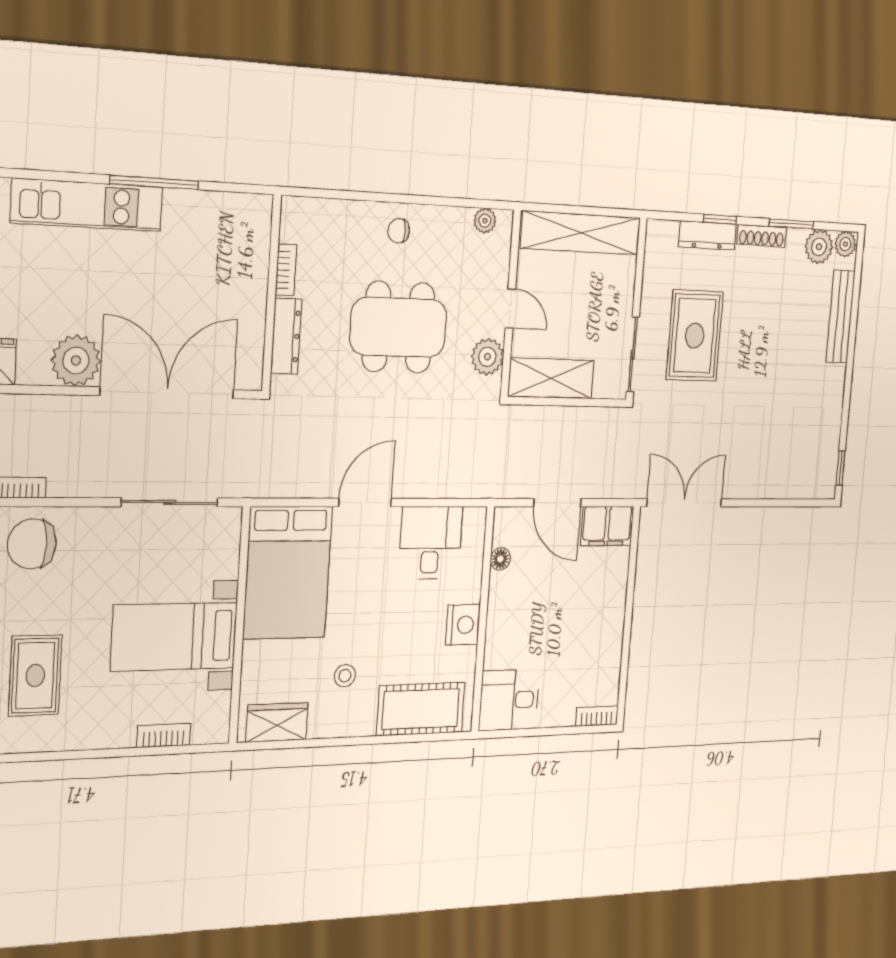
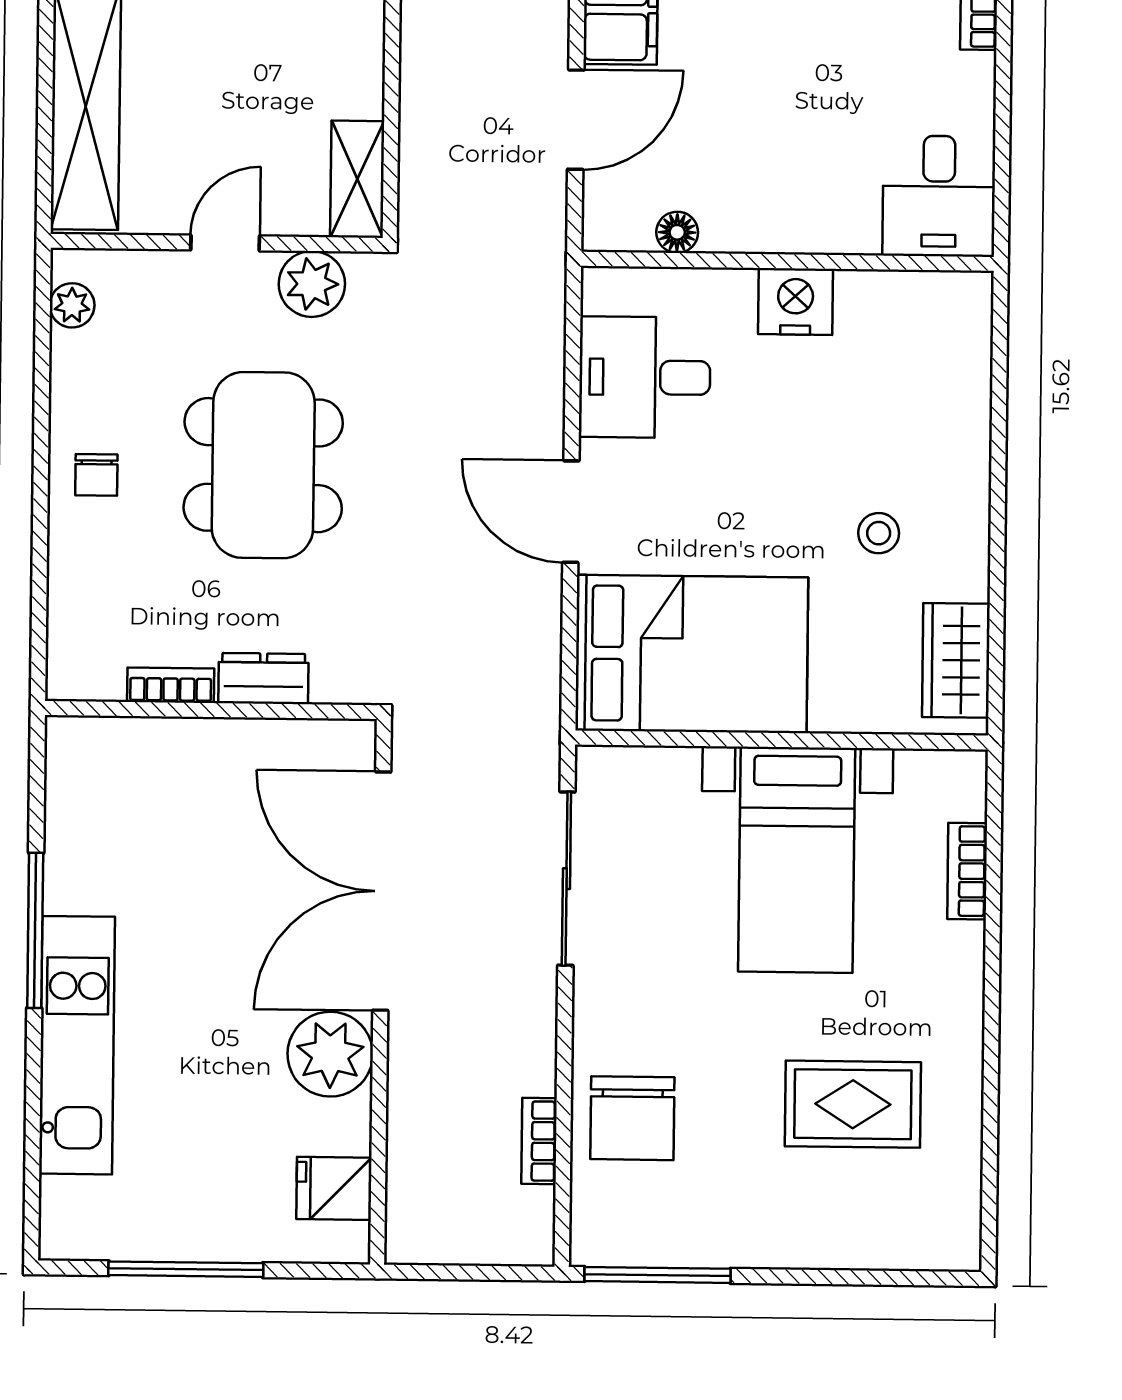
dresser: (286, 336) -> (263, 679), width x0.70
shelving: (551, 378) -> (357, 179), width x0.67, depth x0.75
cot: (421, 709) -> (947, 378), removed

